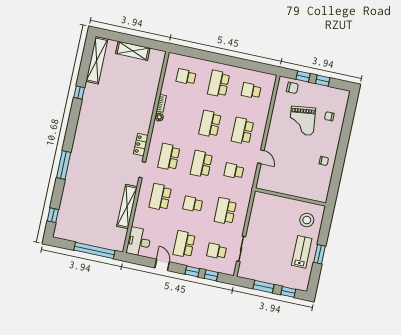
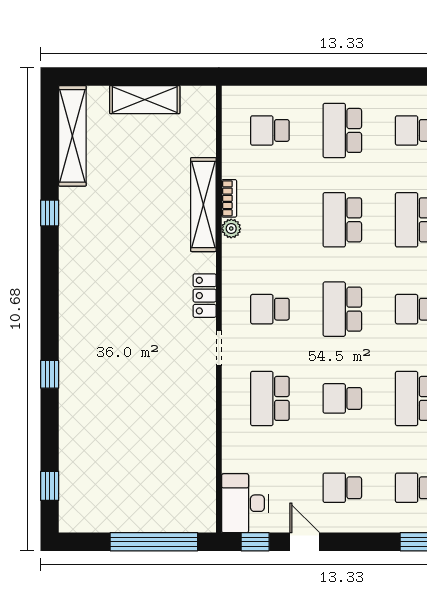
school desk: (169, 157) -> (270, 309), width x0.54
window: (64, 165) -> (50, 374), width x0.46
shelving: (127, 207) -> (203, 205), moved
school desk: (184, 244) -> (342, 488), width x0.54
window: (192, 271) -> (255, 542), moved

